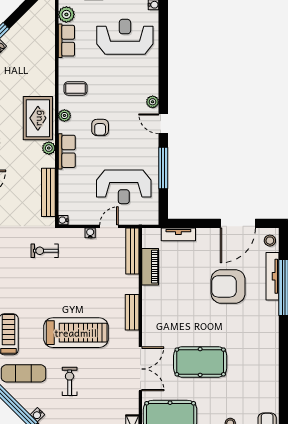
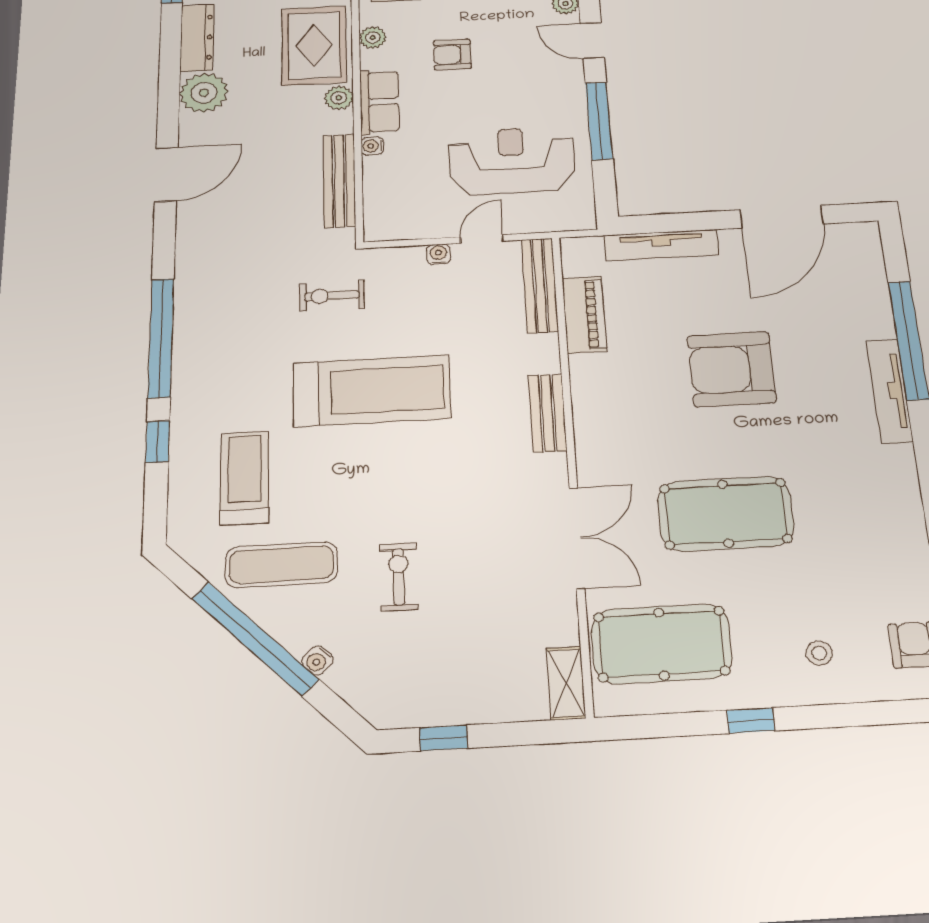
armchair: (100, 127) -> (452, 55), turned 90
reception desk: (124, 187) -> (512, 161), turned 180
water cooler: (63, 220) -> (372, 146), moved
tv unit: (178, 234) -> (661, 245), width x1.41
stool: (270, 241) -> (861, 247), removed
tv unit: (273, 276) -> (889, 391), moved
armchair: (228, 286) -> (731, 369), moved
treadmill: (76, 333) -> (372, 391), moved

